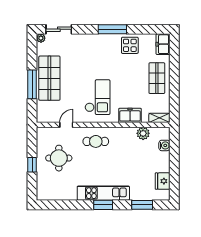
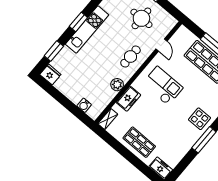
display table: (130, 45) -> (200, 119), moved
checkout: (97, 97) -> (163, 86), turned 180
plant: (143, 133) -> (117, 85), moved
fridge: (163, 181) -> (50, 75), moved

